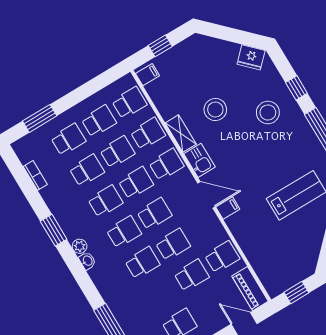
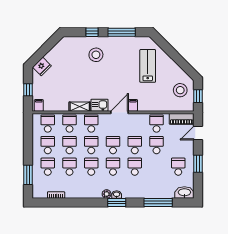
fridge: (251, 57) -> (42, 67), moved
stool: (215, 110) -> (180, 90), moved
window: (54, 230) -> (117, 203), moved

